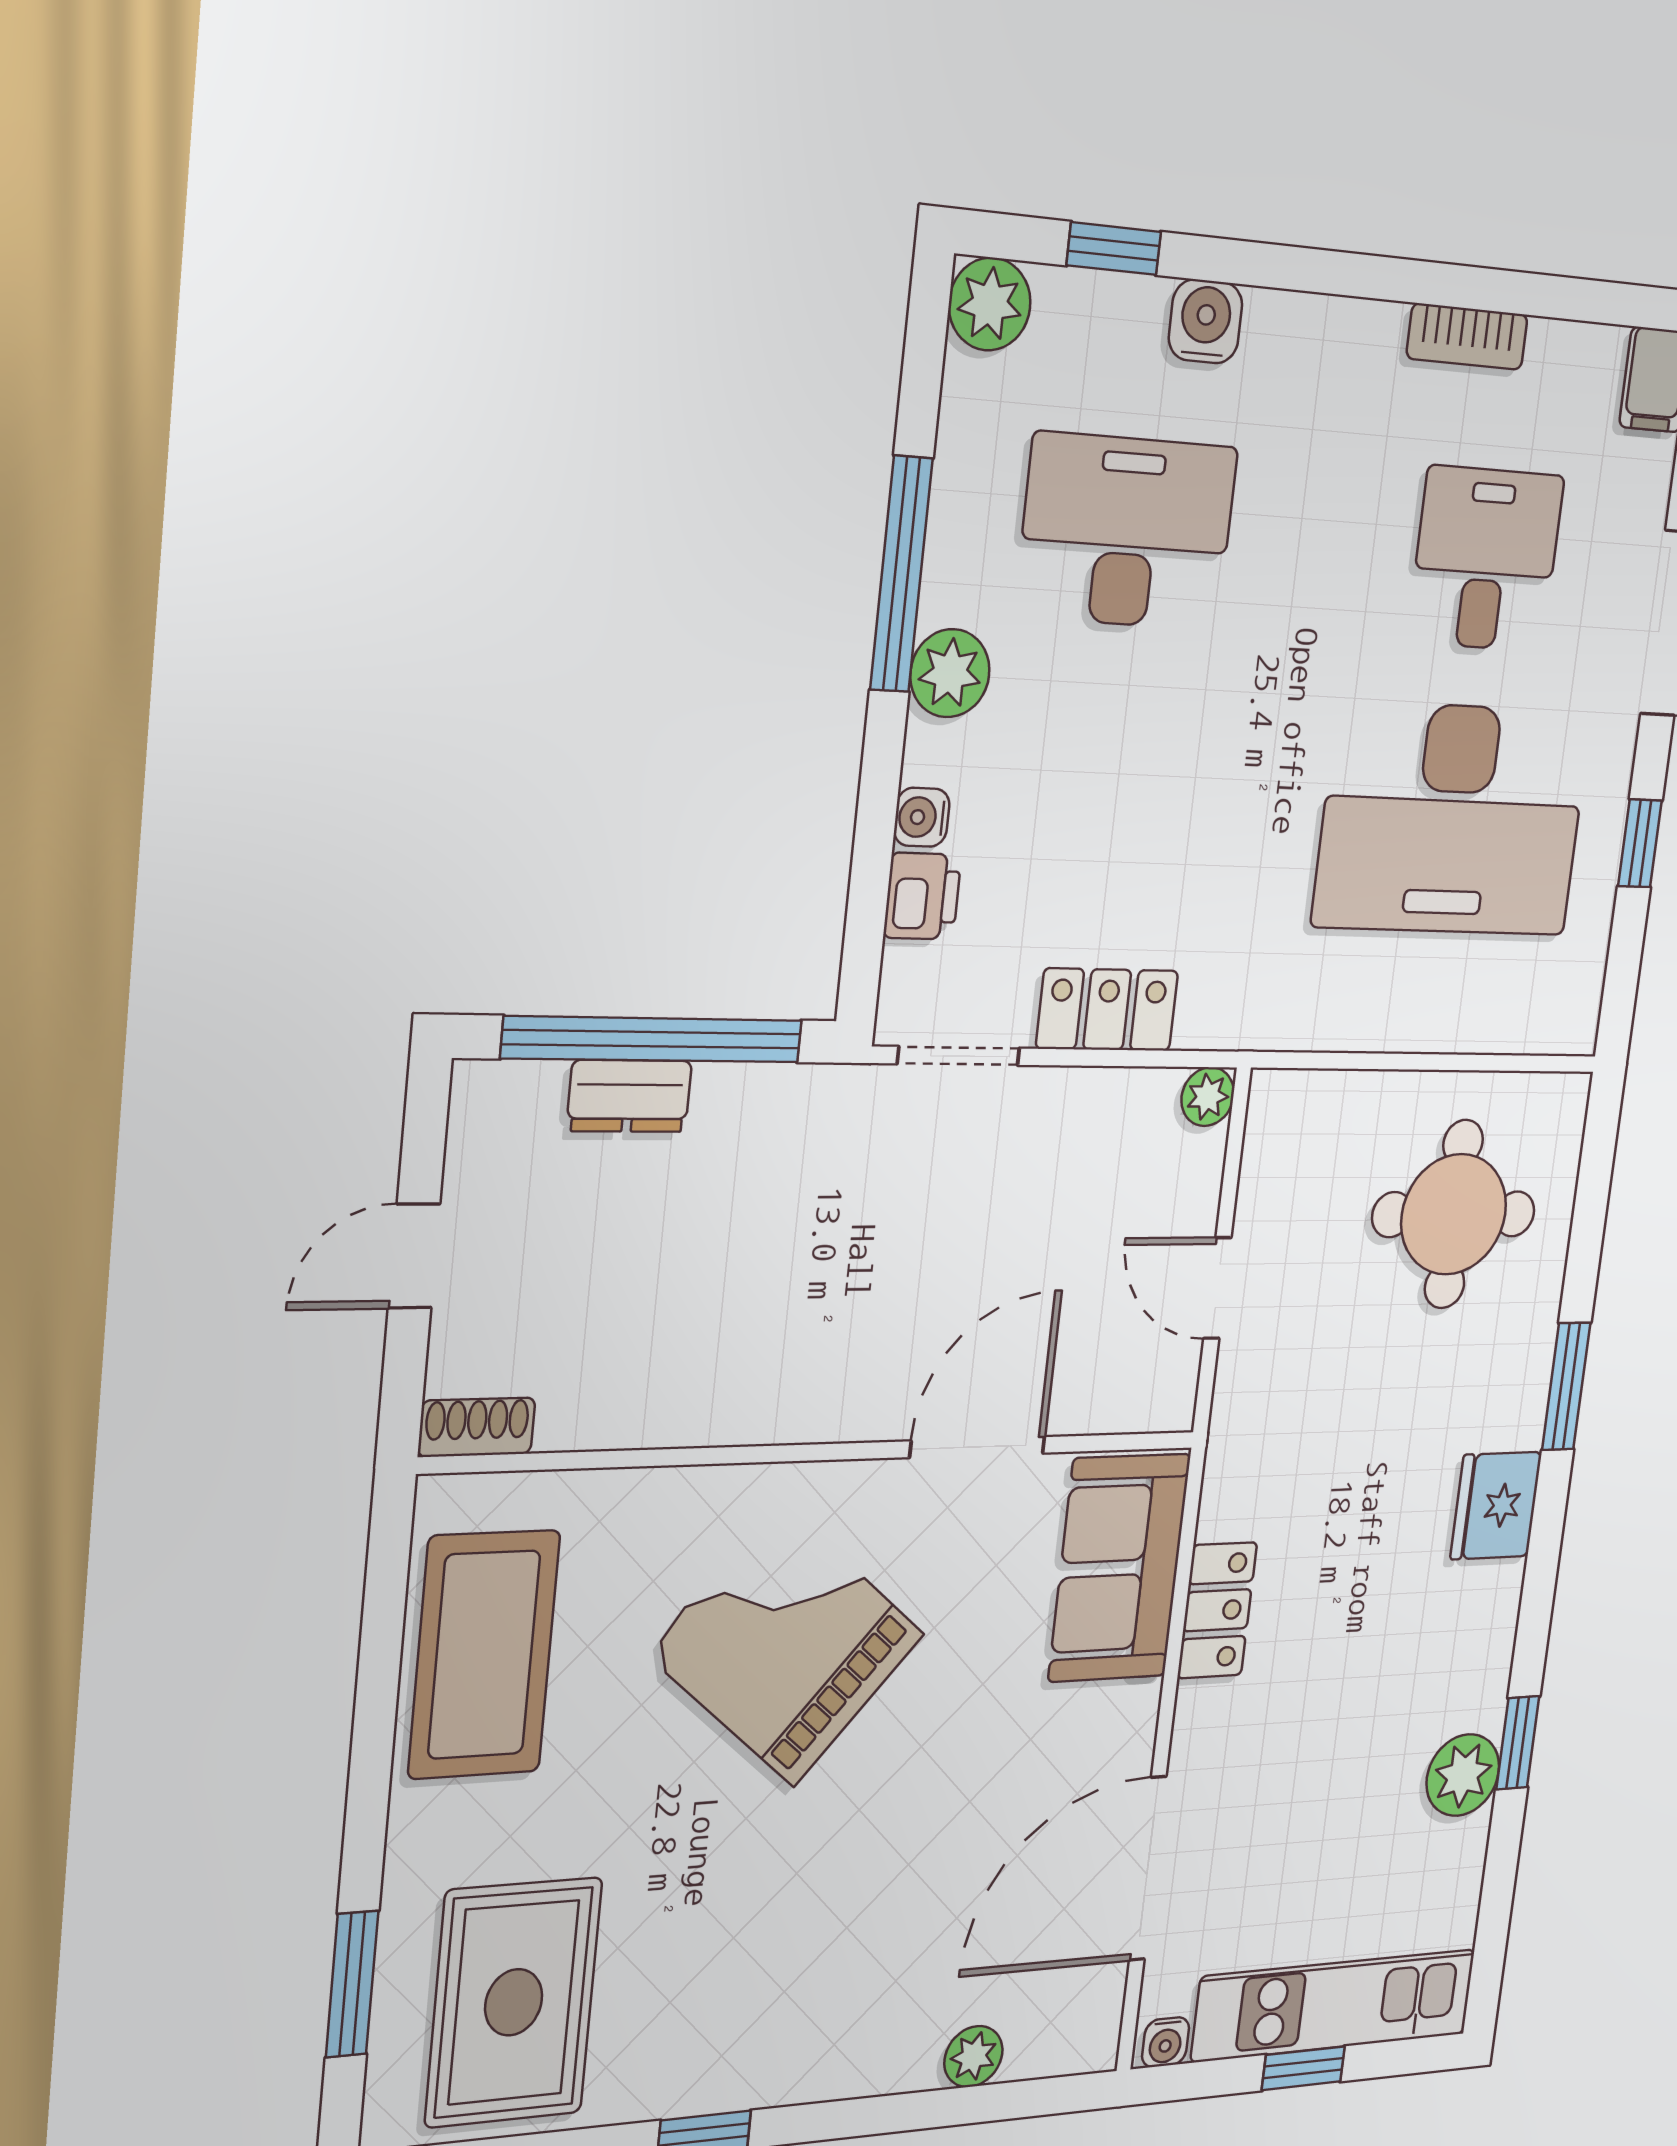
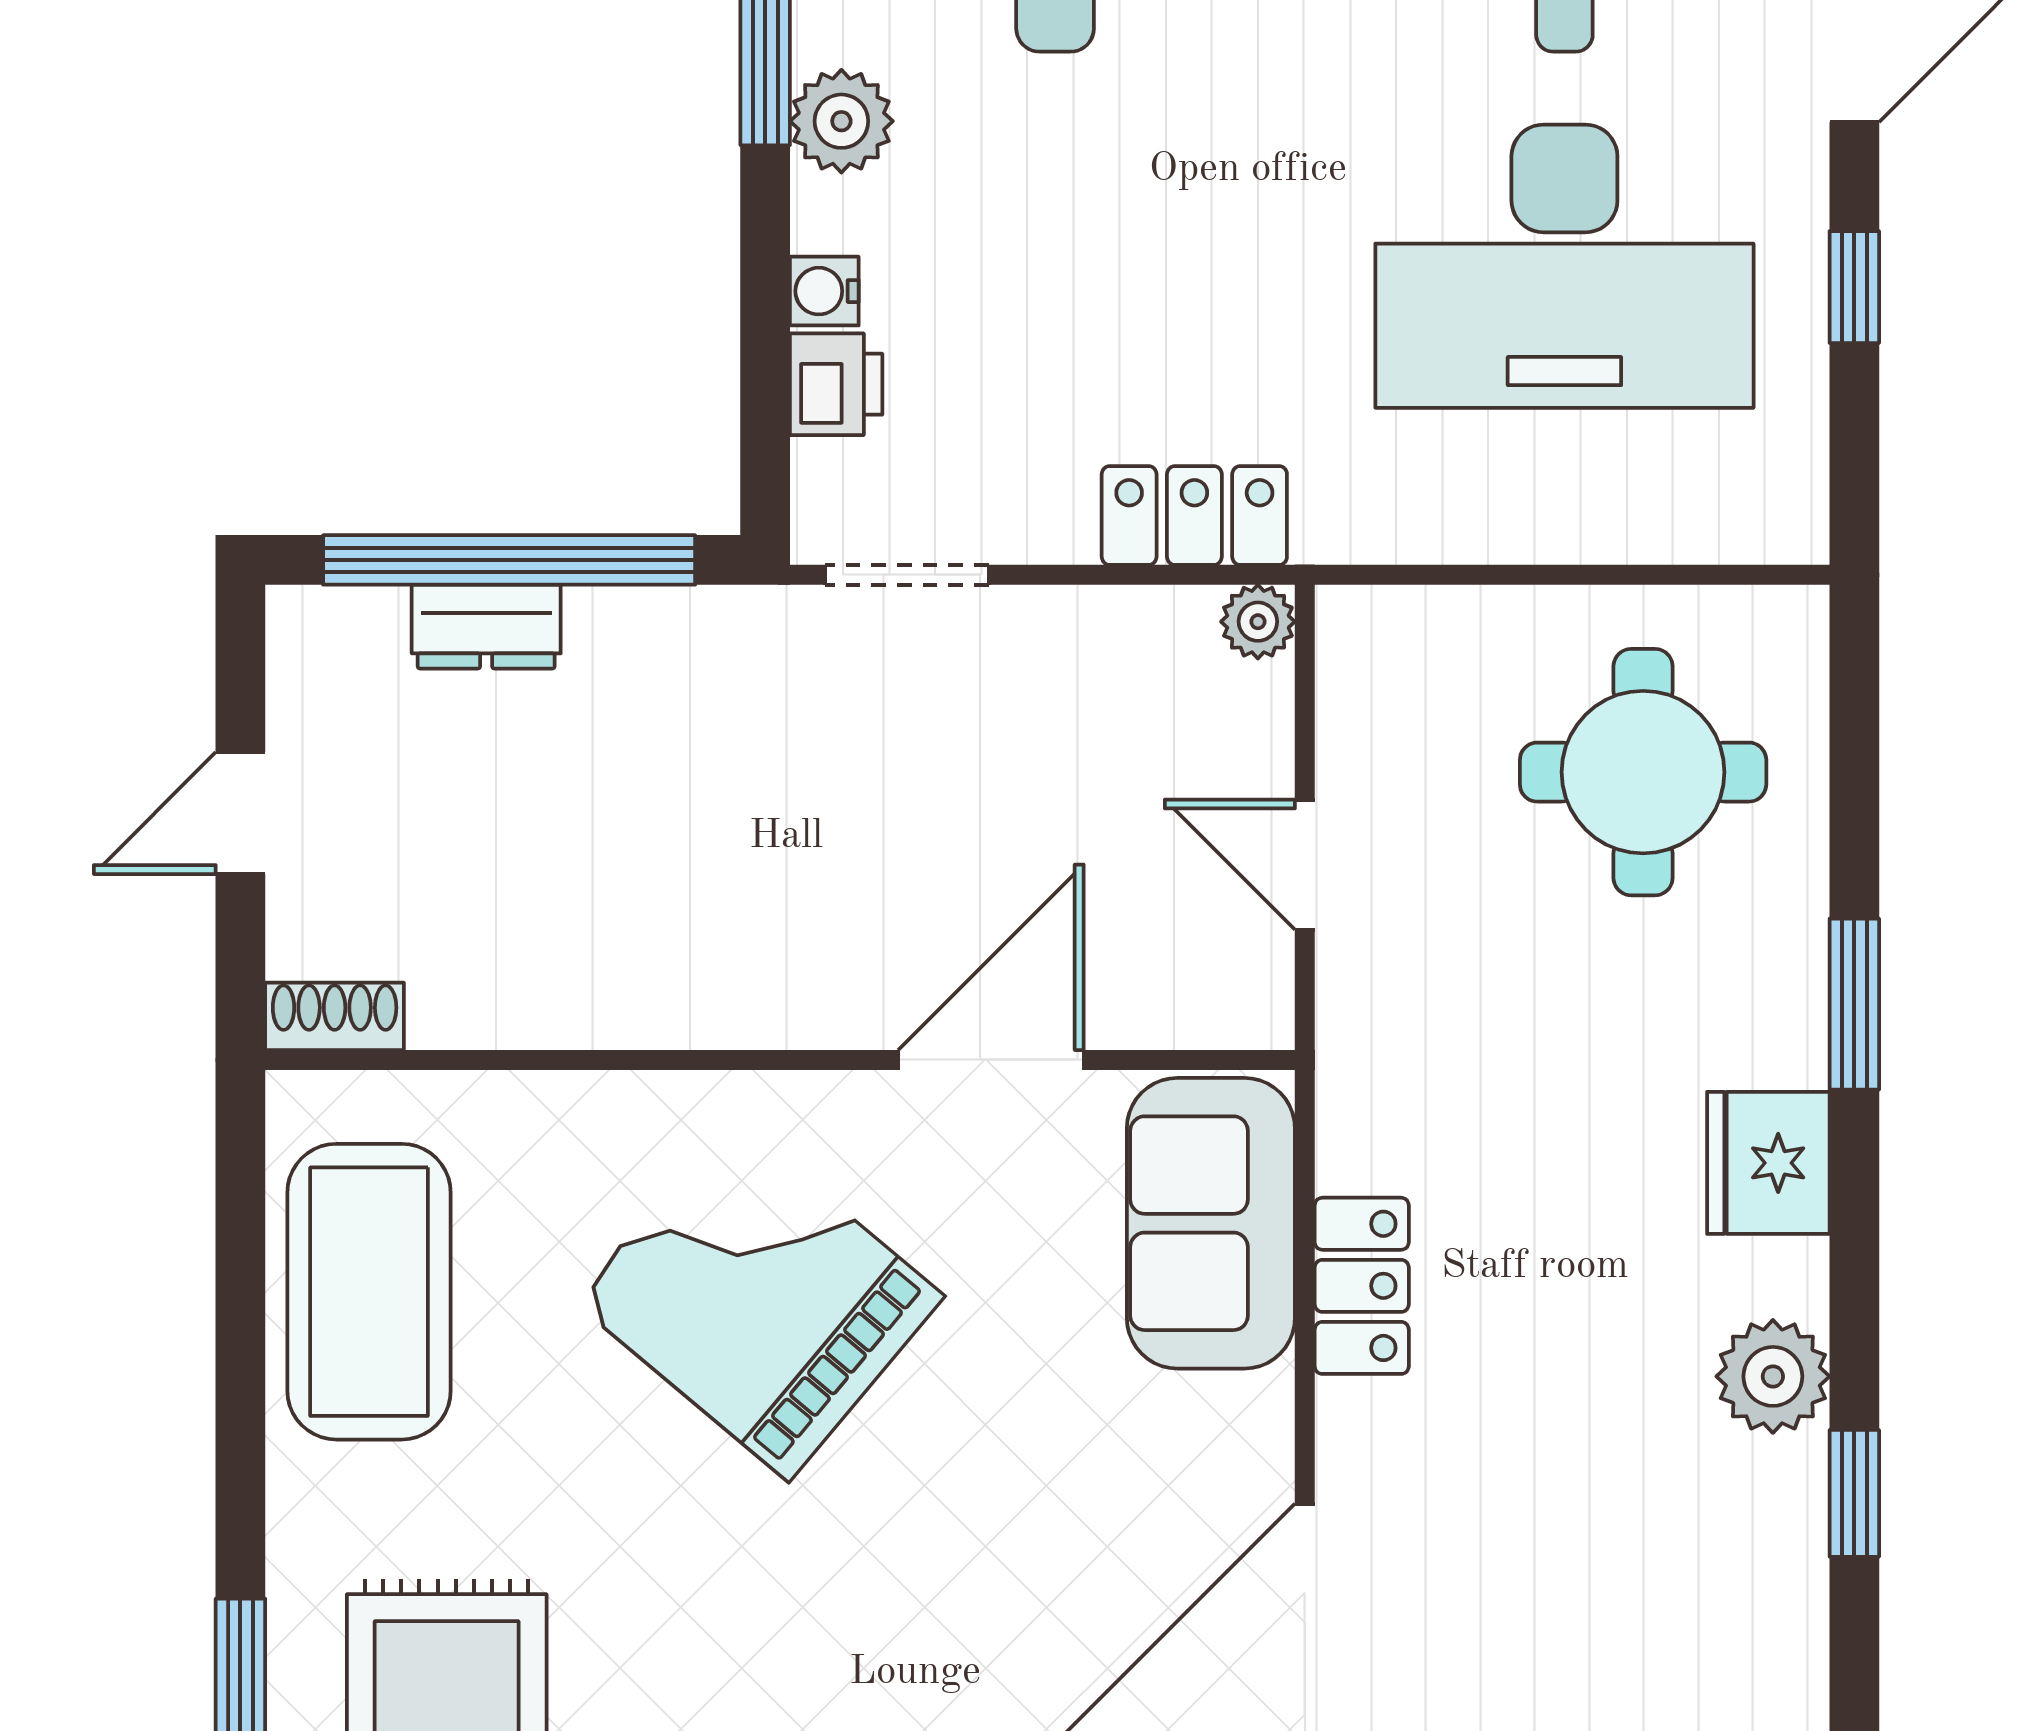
locker: (1107, 1010) -> (1194, 515), moved
plant: (1463, 1775) -> (1773, 1376), moved

